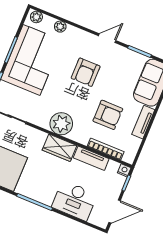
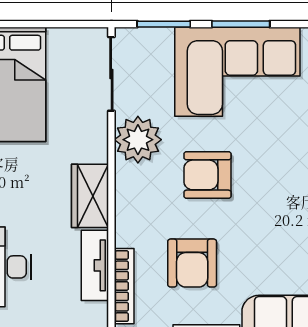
armchair: (86, 72) -> (207, 175), moved
plant: (61, 124) -> (138, 140), moved

